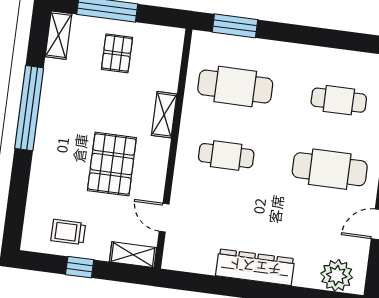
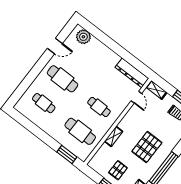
pallet: (112, 164) -> (147, 147), moved
dresser: (255, 267) -> (132, 73), moved

